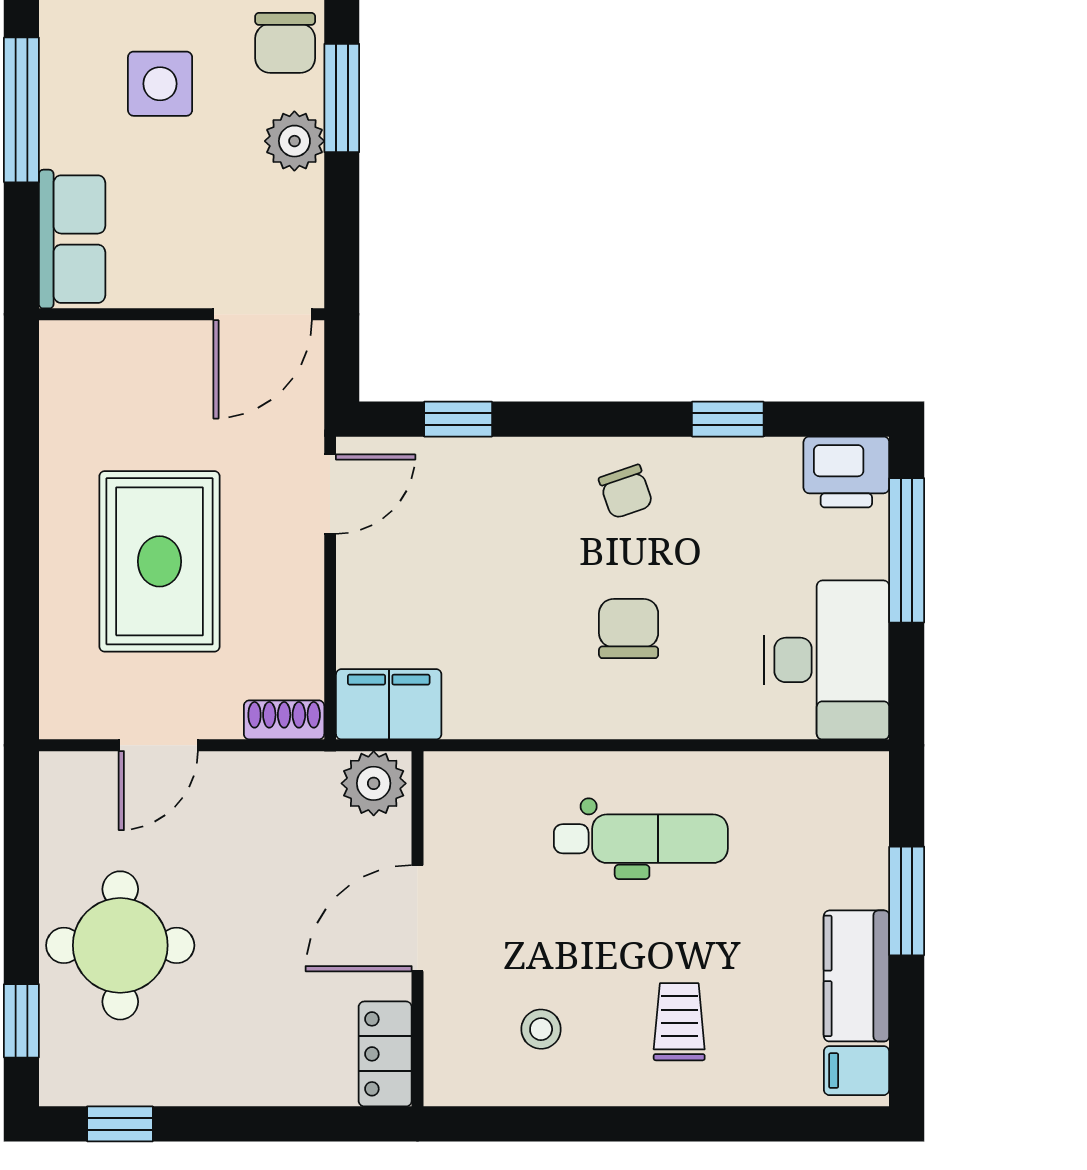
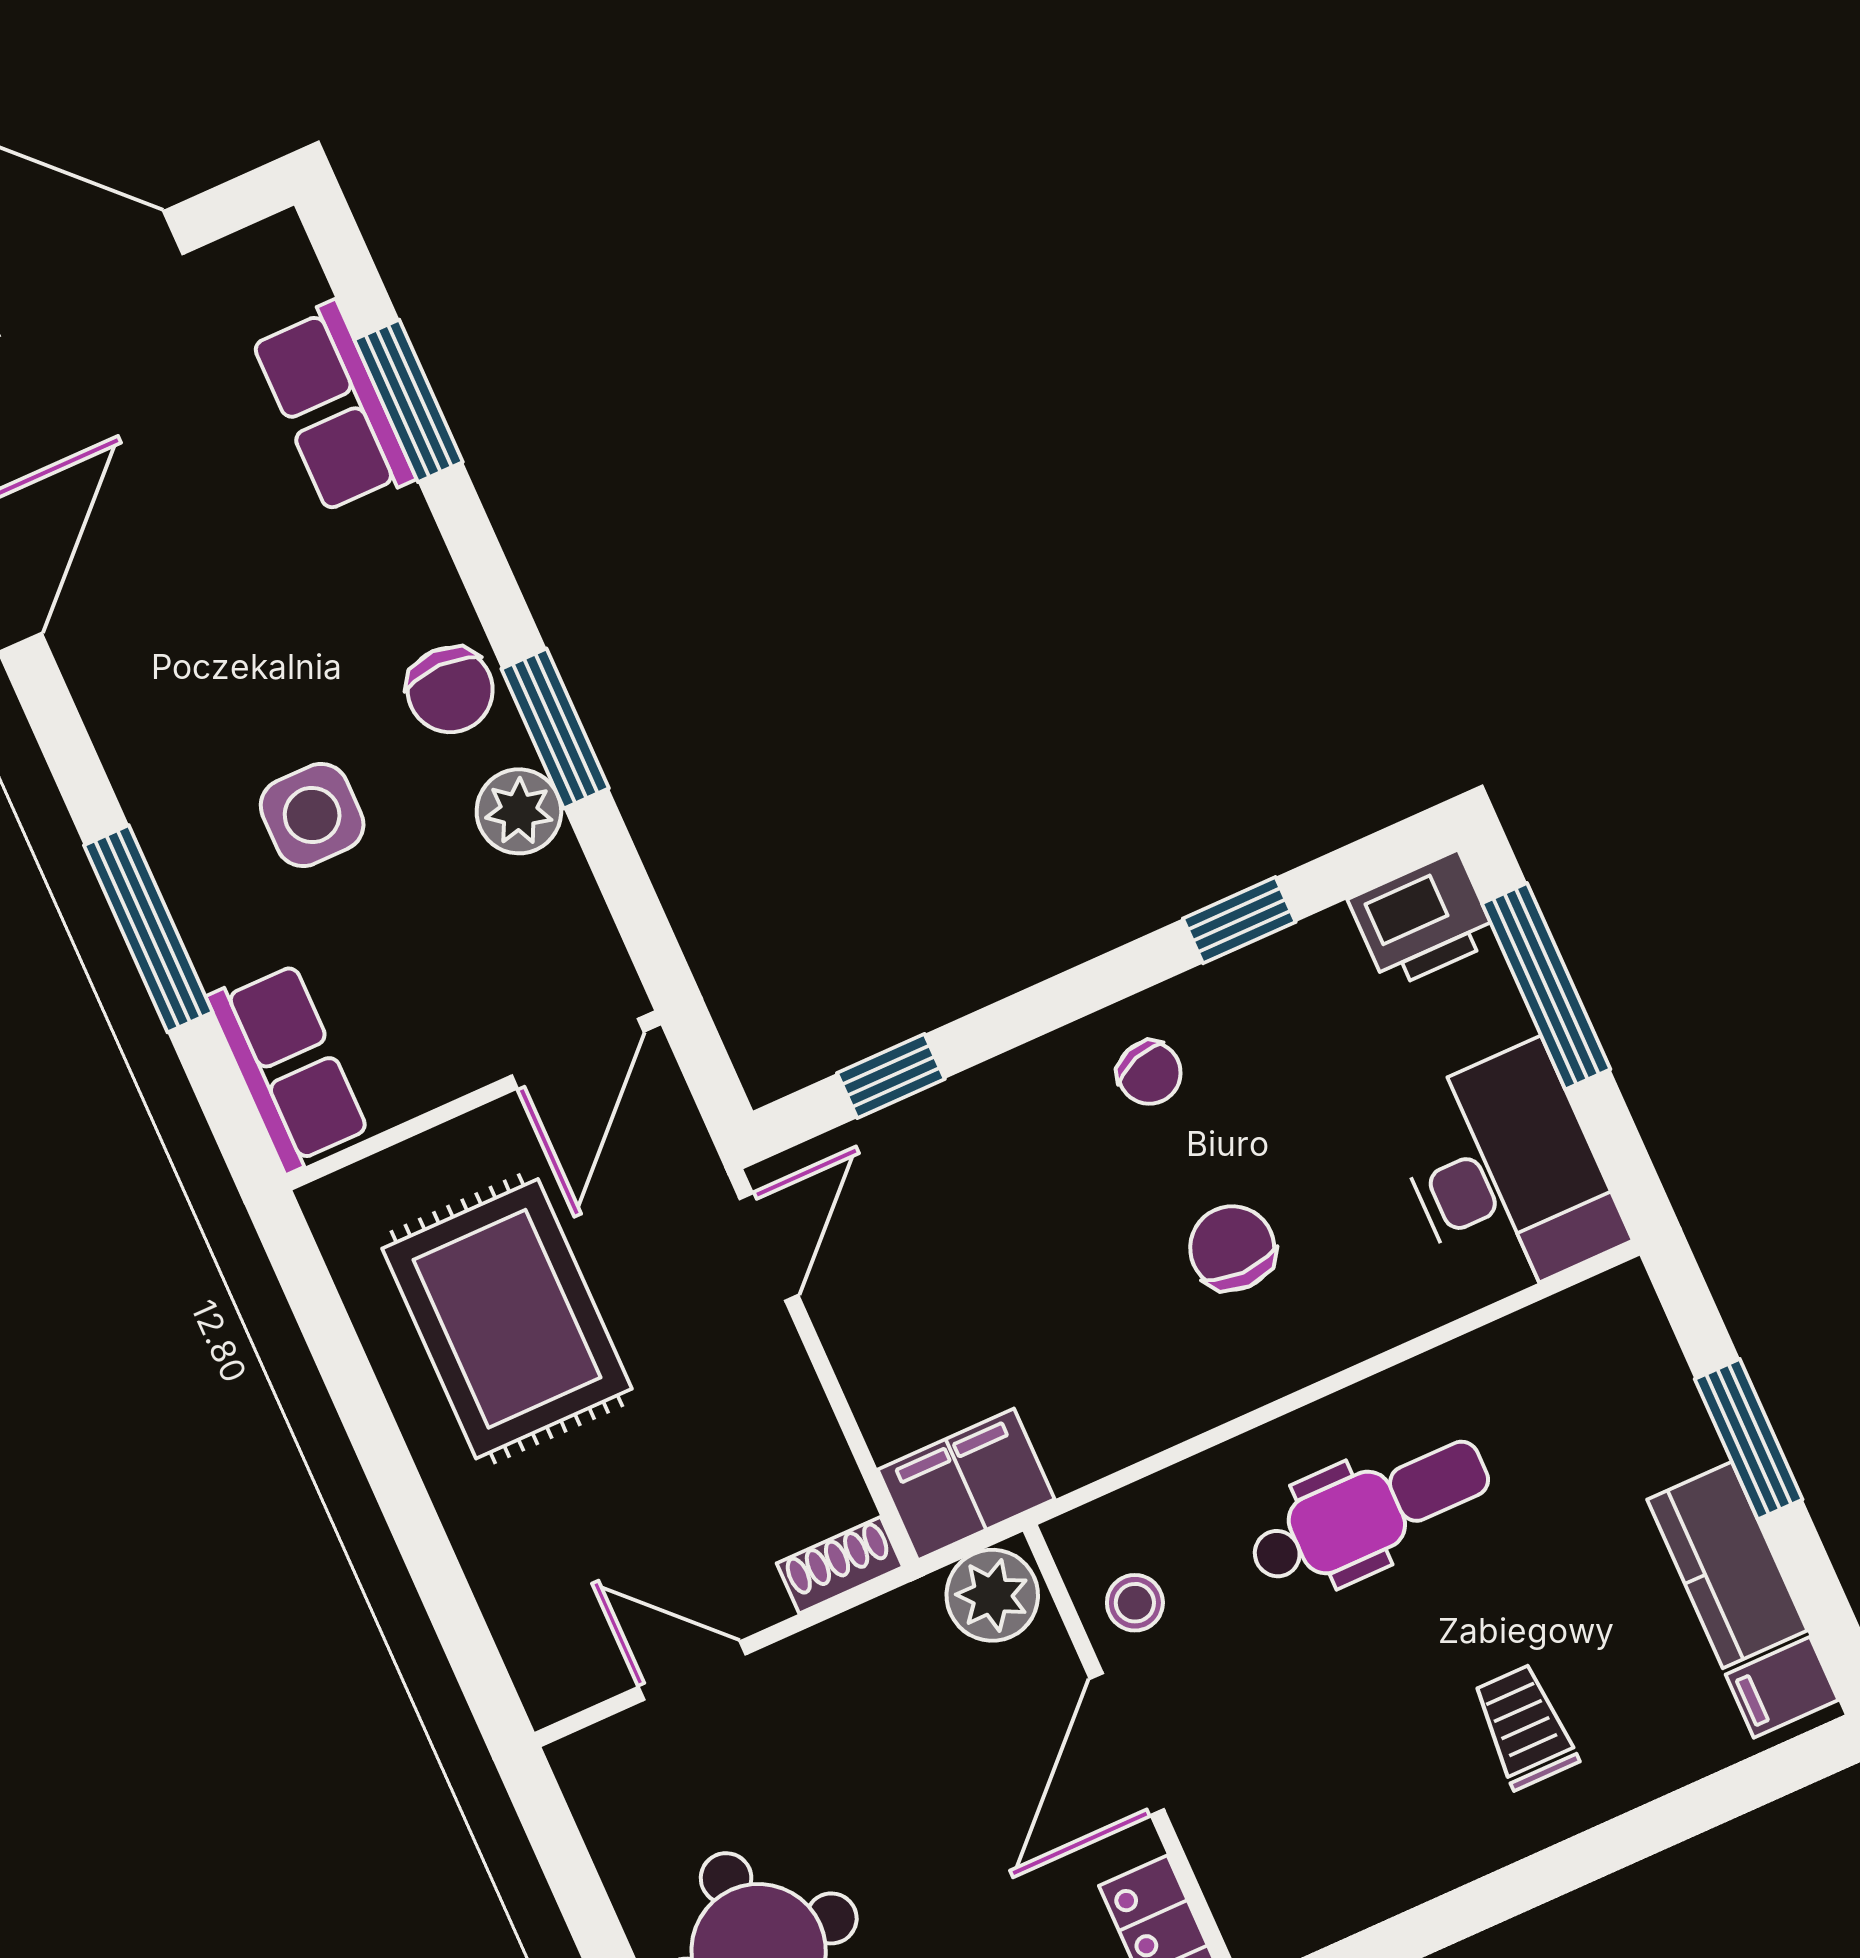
rug: (160, 561) -> (507, 1319), moved
door: (158, 745) -> (692, 1671), swing flipped
stool: (541, 1029) -> (1135, 1603), moved

